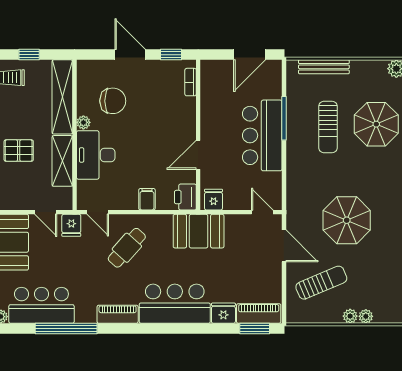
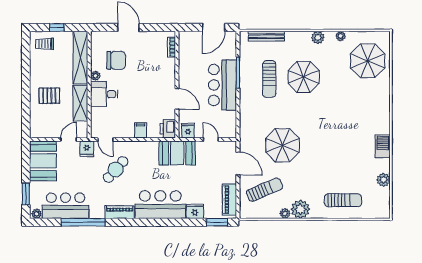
window: (171, 55) -> (158, 27), removed
desk: (96, 155) -> (104, 94), width x0.73
door: (198, 155) -> (177, 99), swing flipped
door: (46, 212) -> (69, 139), swing flipped
door: (262, 212) -> (211, 139), moved
cafe table: (127, 248) -> (116, 169), moved
piano: (259, 313) -> (229, 200), moved, turned -90
plant: (366, 316) -> (300, 209), width x1.88, depth x1.88

